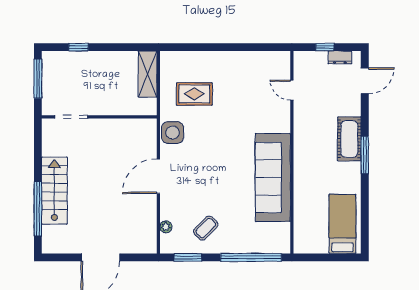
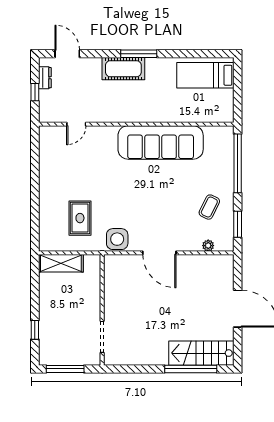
stairs: (54, 191) -> (201, 353), moved
coffee table: (206, 228) -> (209, 207), turned 71

